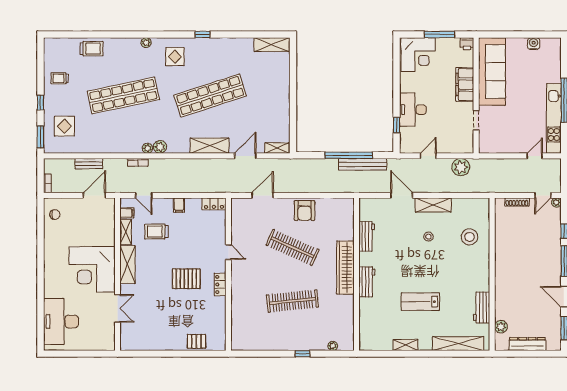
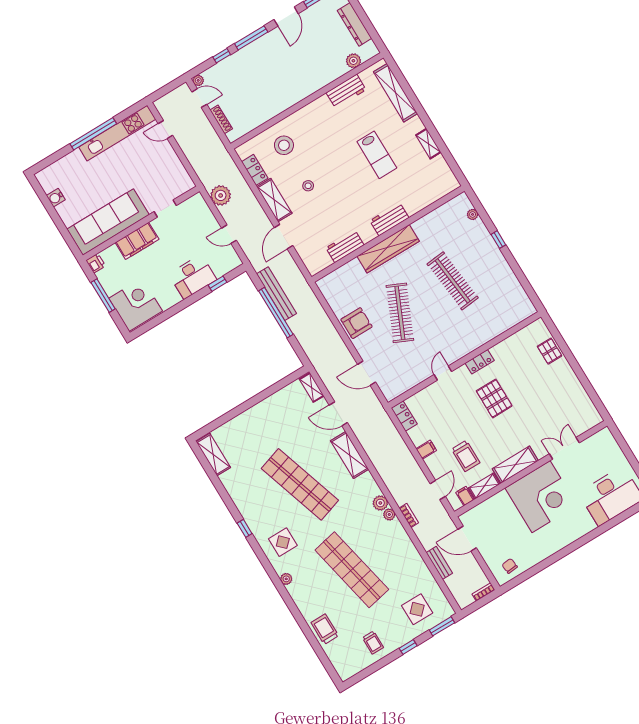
locker: (464, 204) -> (255, 170), added

